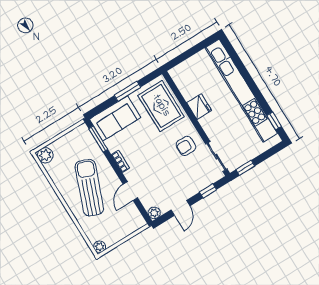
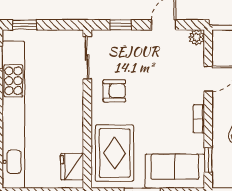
fridge: (199, 107) -> (72, 167), moved
window: (98, 139) -> (208, 160), width x0.67
window: (245, 168) -> (25, 25), moved

